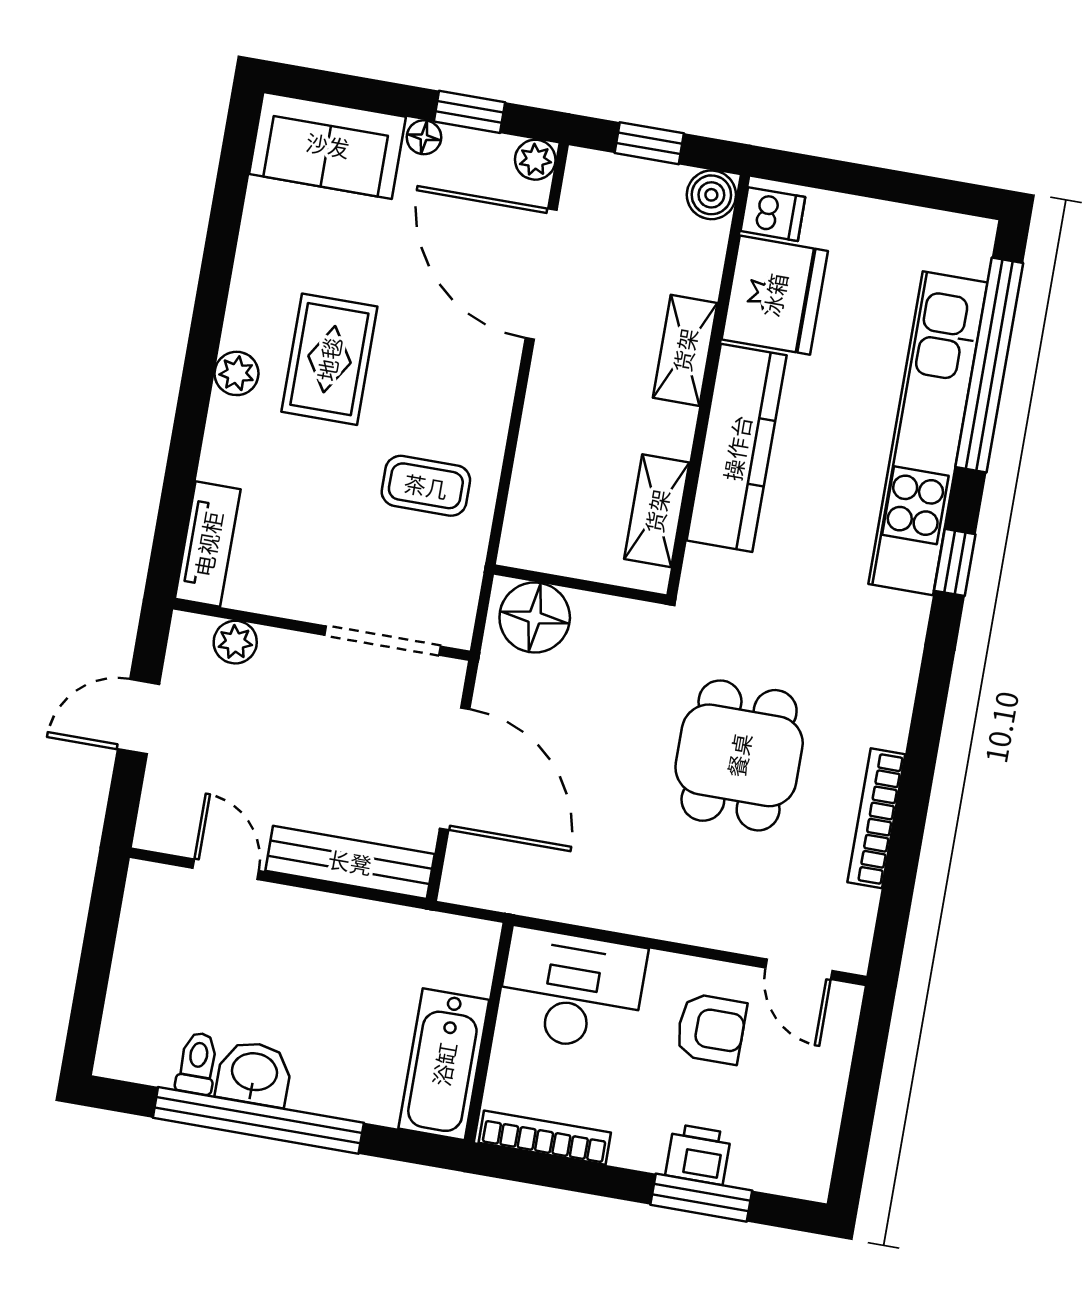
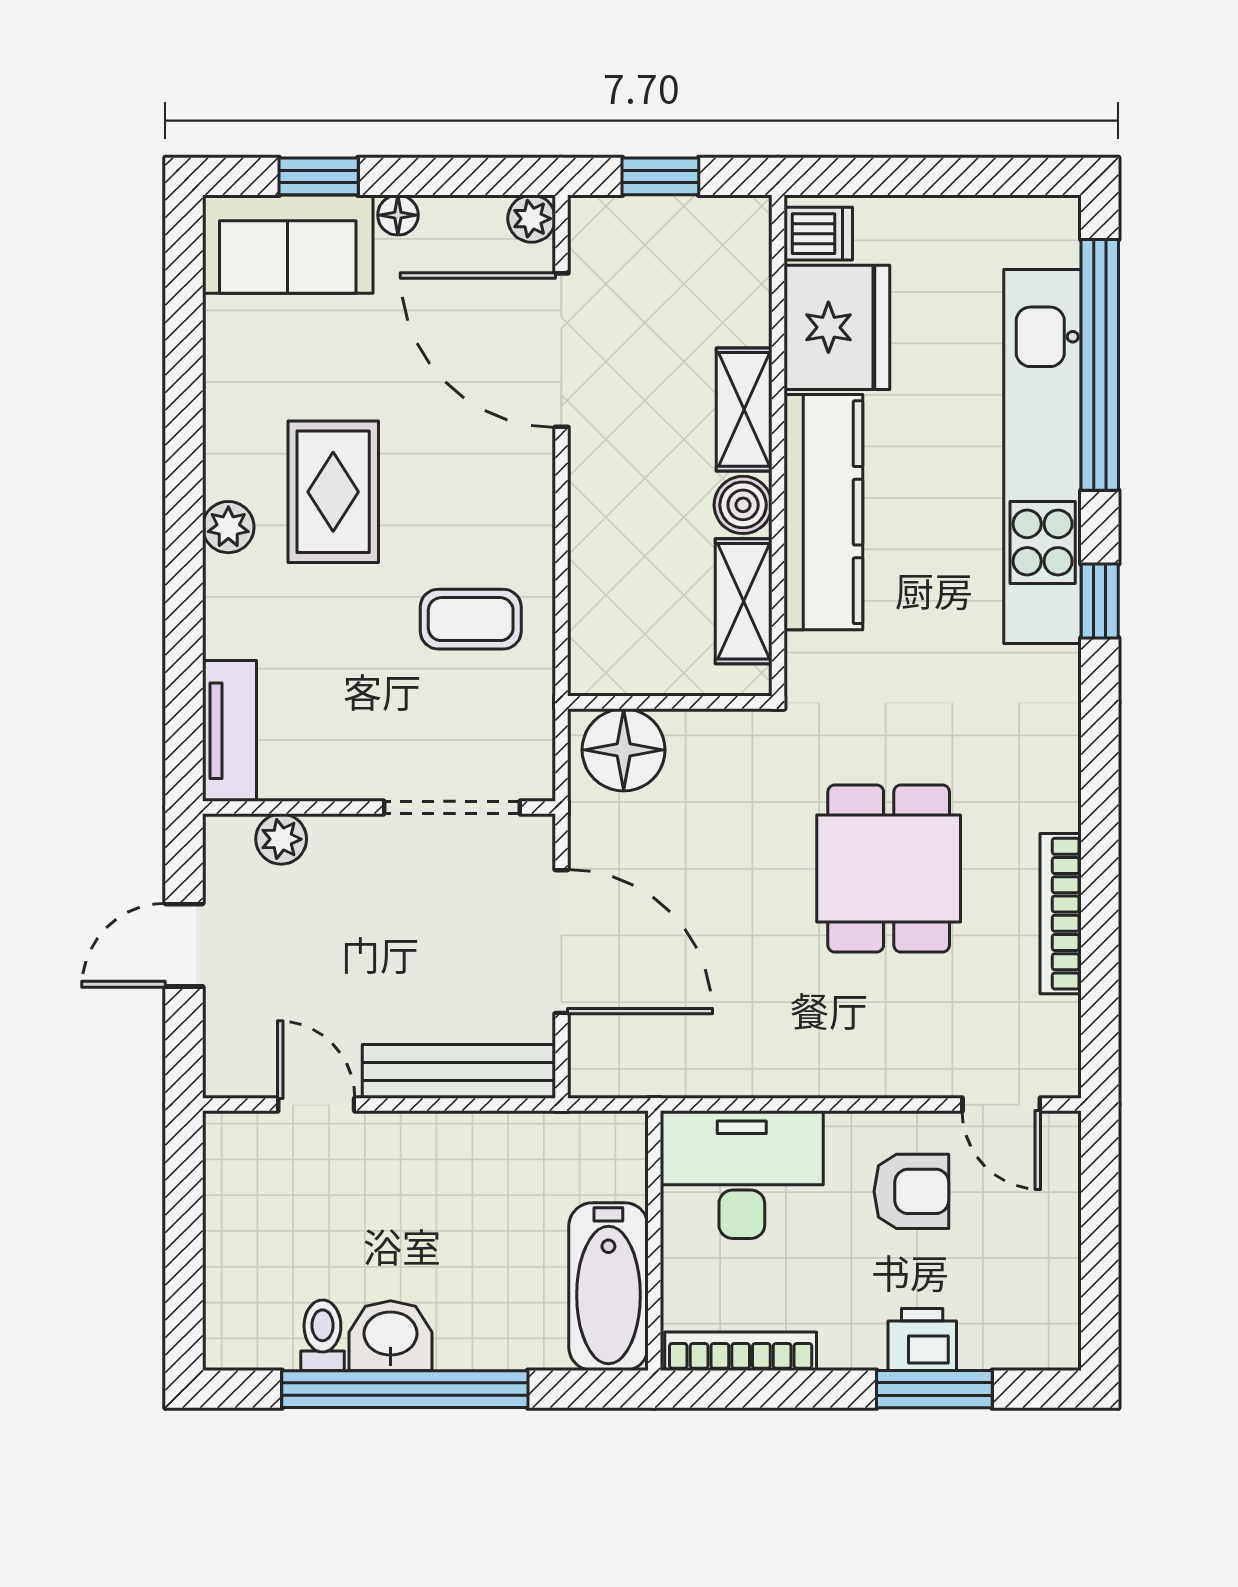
window: (469, 112) -> (319, 176), moved
boiler: (711, 195) -> (743, 505), moved

